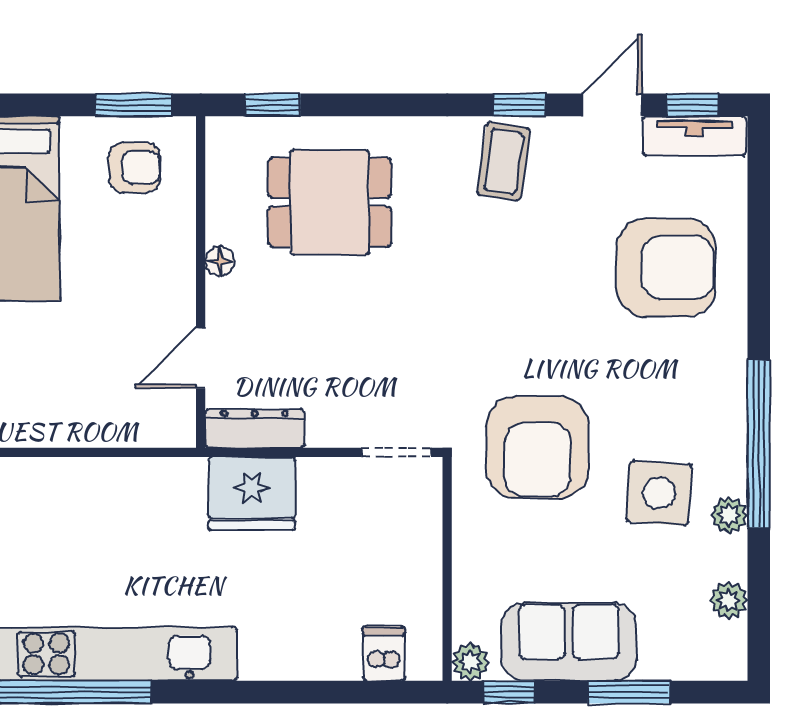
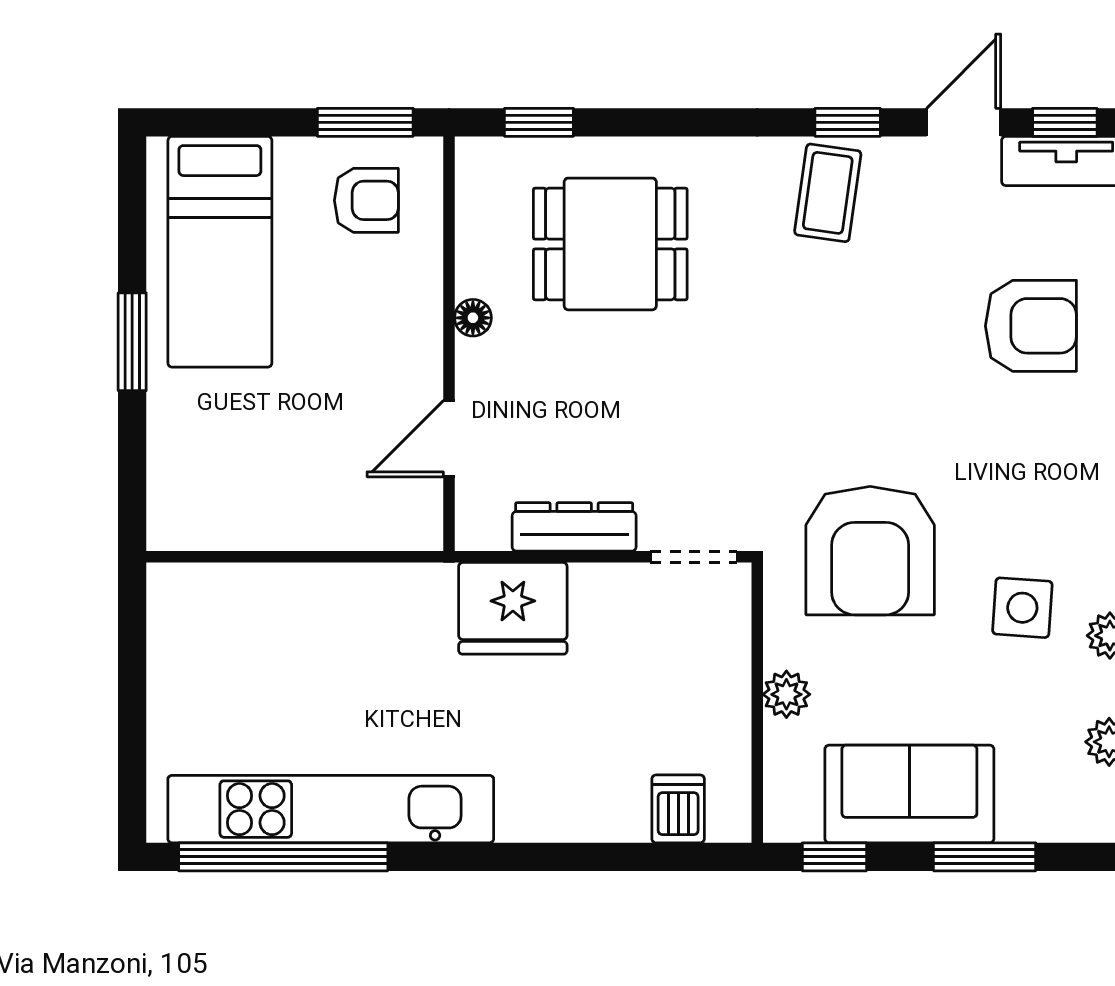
armchair: (666, 268) -> (1031, 326), width x0.73, depth x0.73
dresser: (255, 428) -> (574, 527), moved
side table: (659, 493) -> (1022, 608), width x0.73, depth x0.73
plant: (470, 662) -> (786, 694), moved

